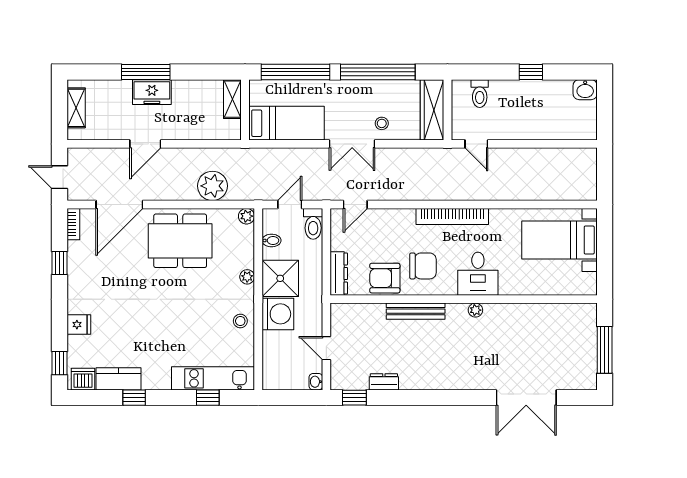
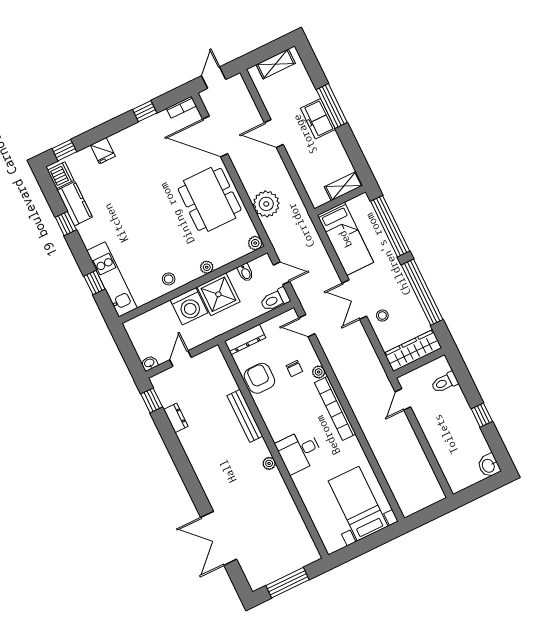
plant: (408, 215) -> (319, 372), added
chair: (423, 266) -> (294, 369), moved, width x0.54, depth x0.54

